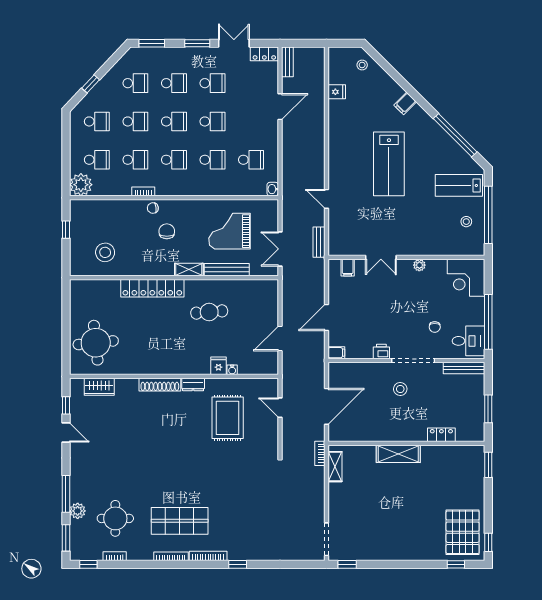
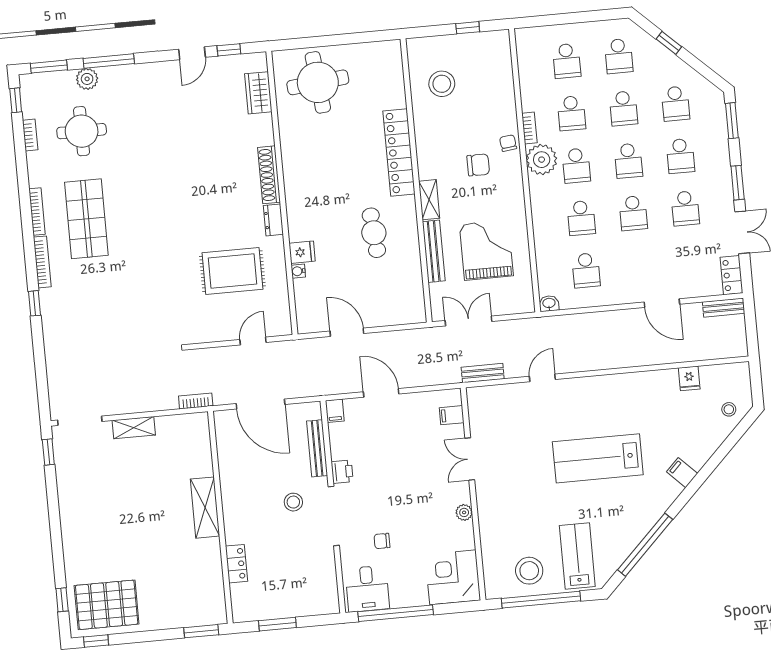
plant: (81, 185) -> (542, 160), moved
stool: (466, 222) -> (529, 571), width x1.89, depth x1.89
bench: (464, 368) -> (317, 448), moved
shelving: (335, 467) -> (134, 428), moved

